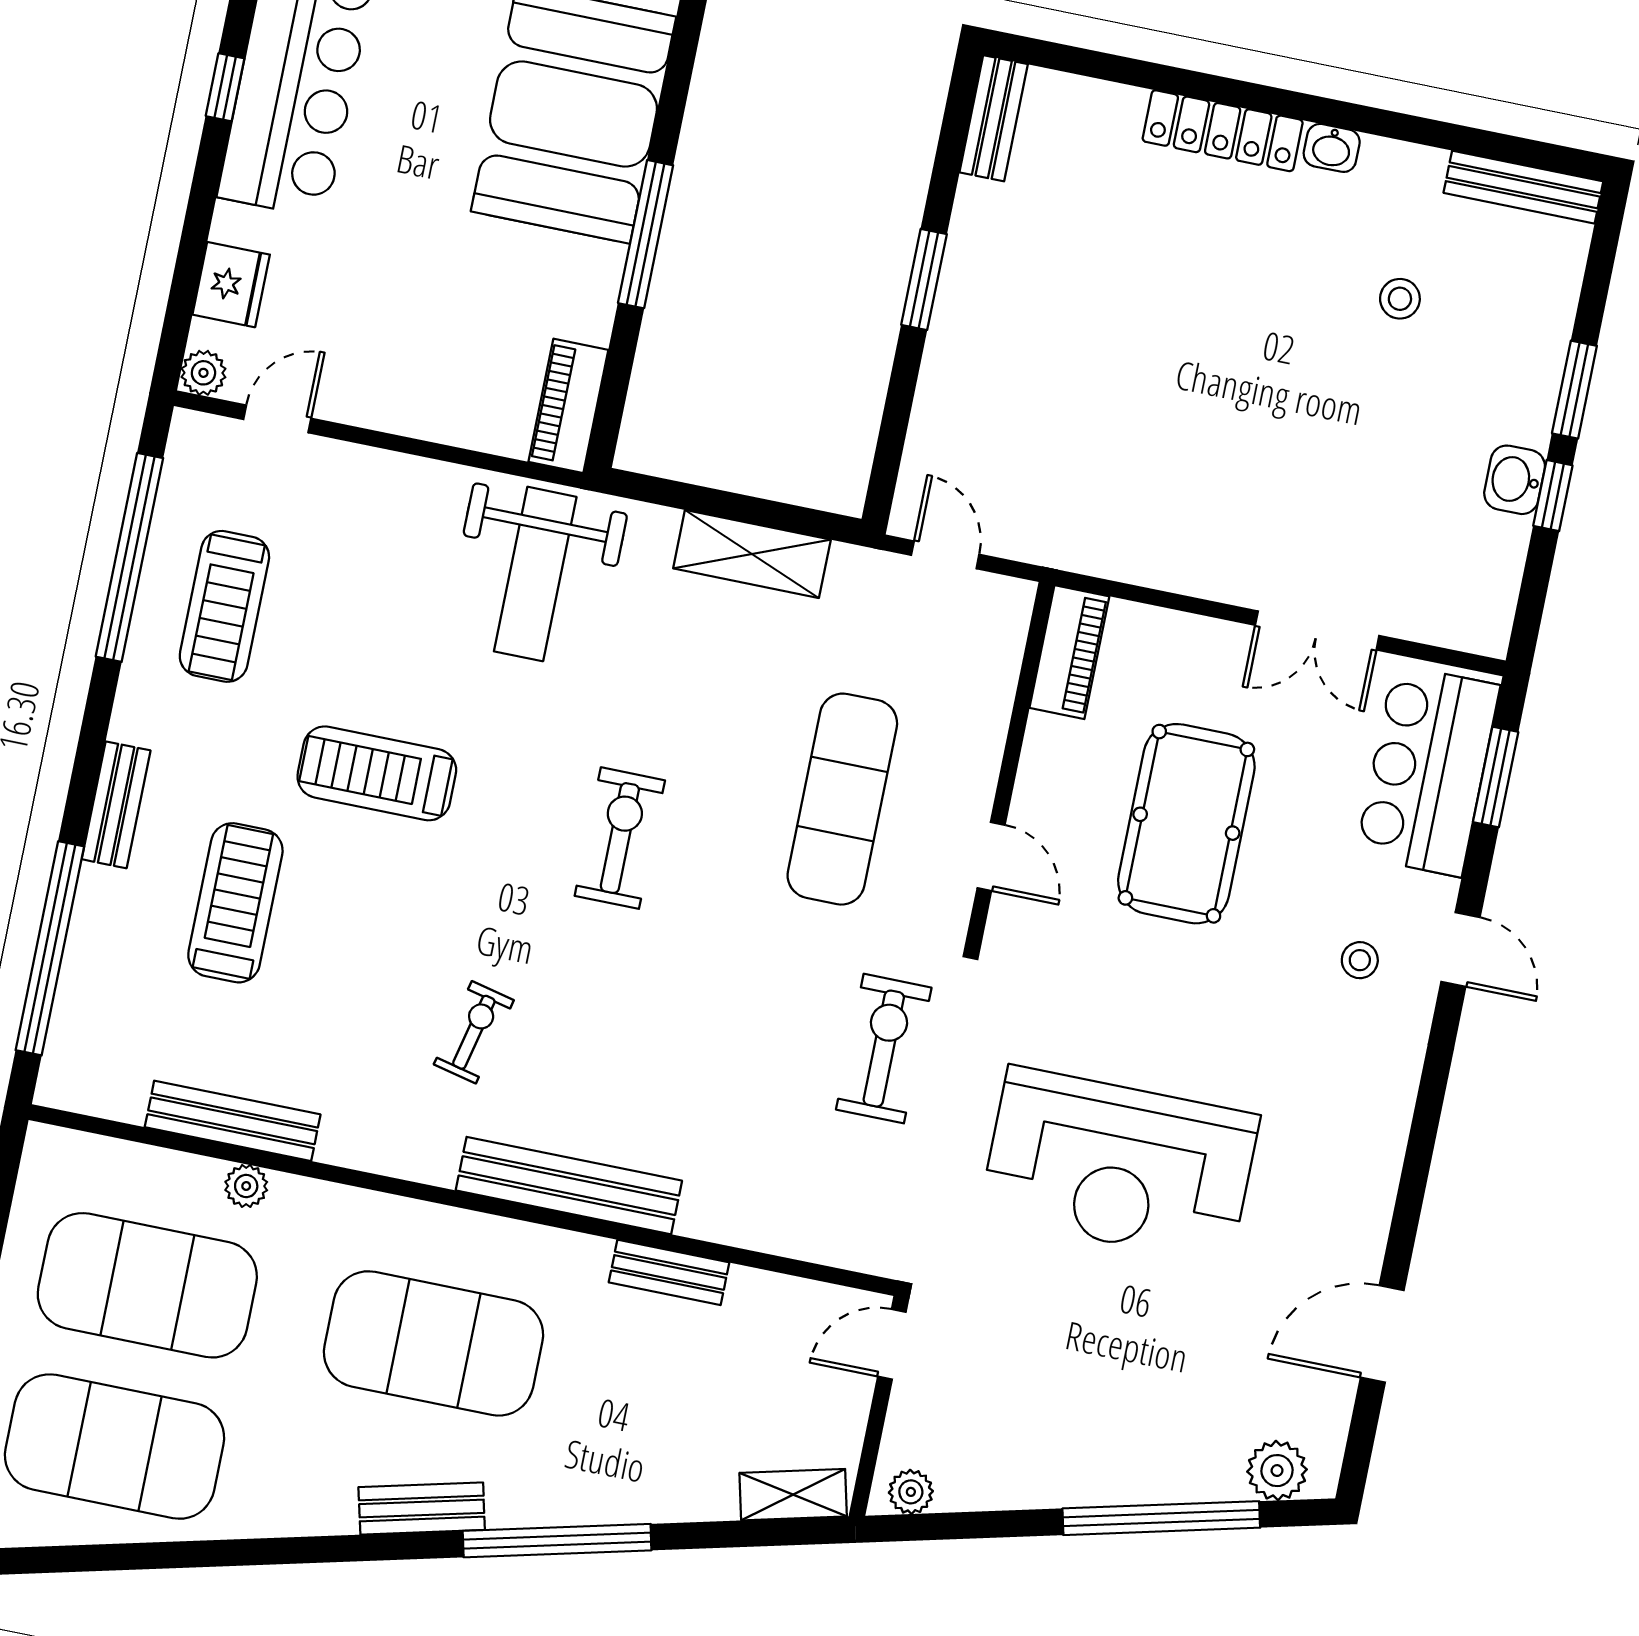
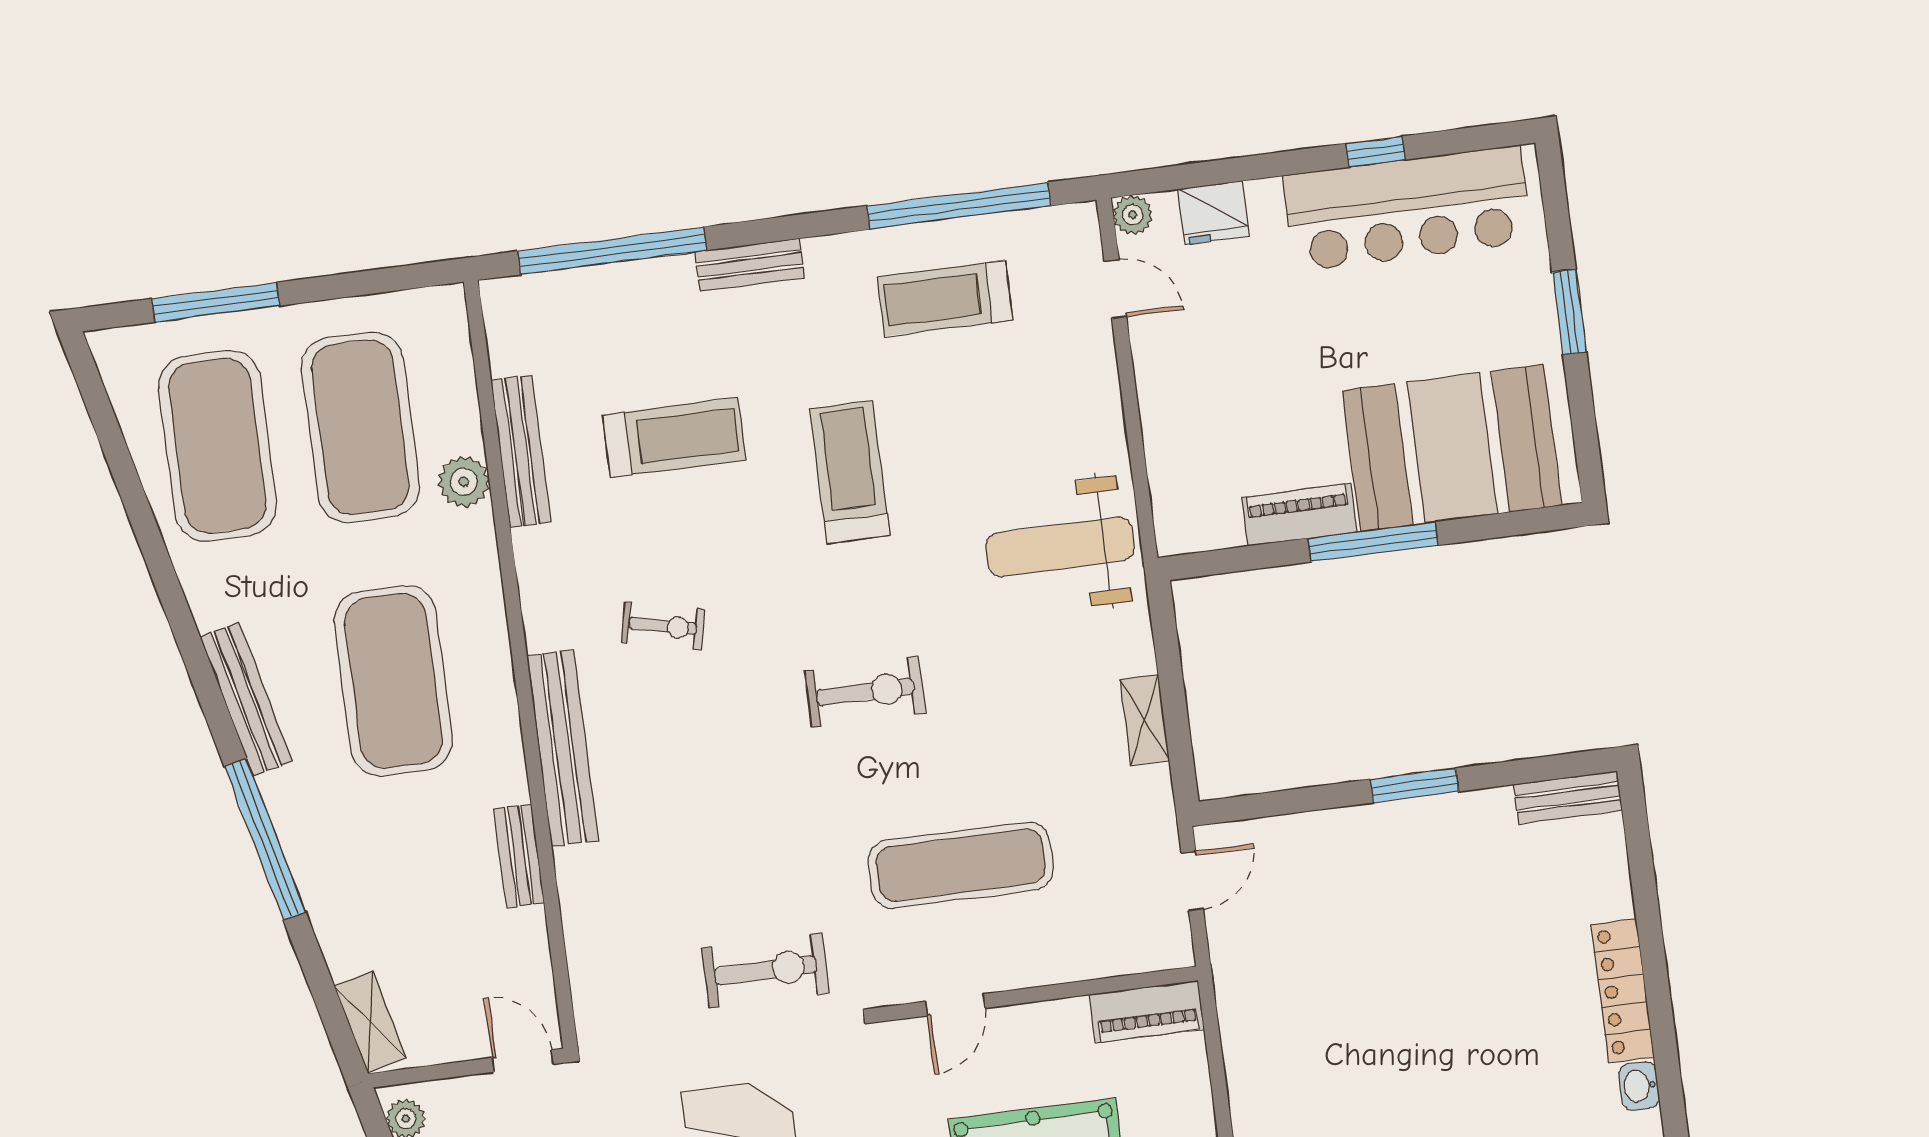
piano: (568, 406) -> (1299, 515), moved
shelving: (752, 554) -> (1145, 720), width x0.67, depth x0.75
treadmill: (235, 903) -> (674, 438), moved
plant: (246, 1186) -> (464, 482), width x1.38, depth x1.38
bench: (422, 1509) -> (246, 699), width x1.36

